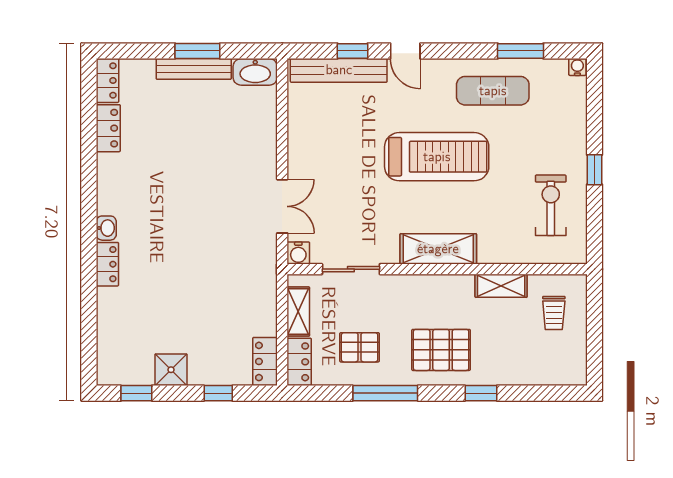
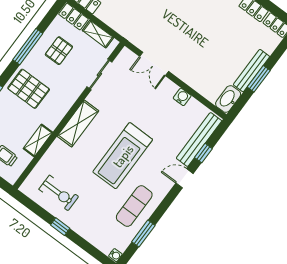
water cooler: (298, 253) -> (182, 97), moved, turned 90
pallet: (441, 350) -> (29, 89), turned 90

